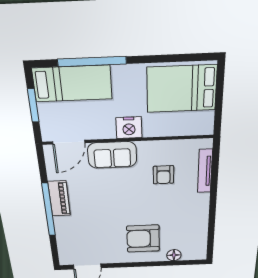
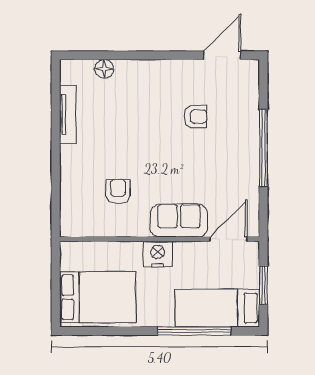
tv unit: (205, 171) -> (68, 114), moved
piano: (59, 199) -> (248, 164), removed
armchair: (143, 239) -> (195, 117), moved, width x0.53, depth x0.53

